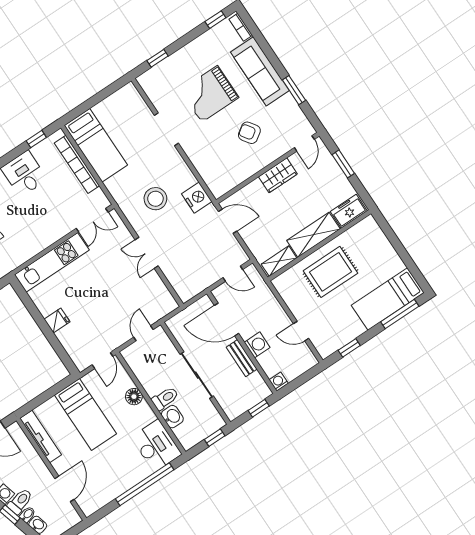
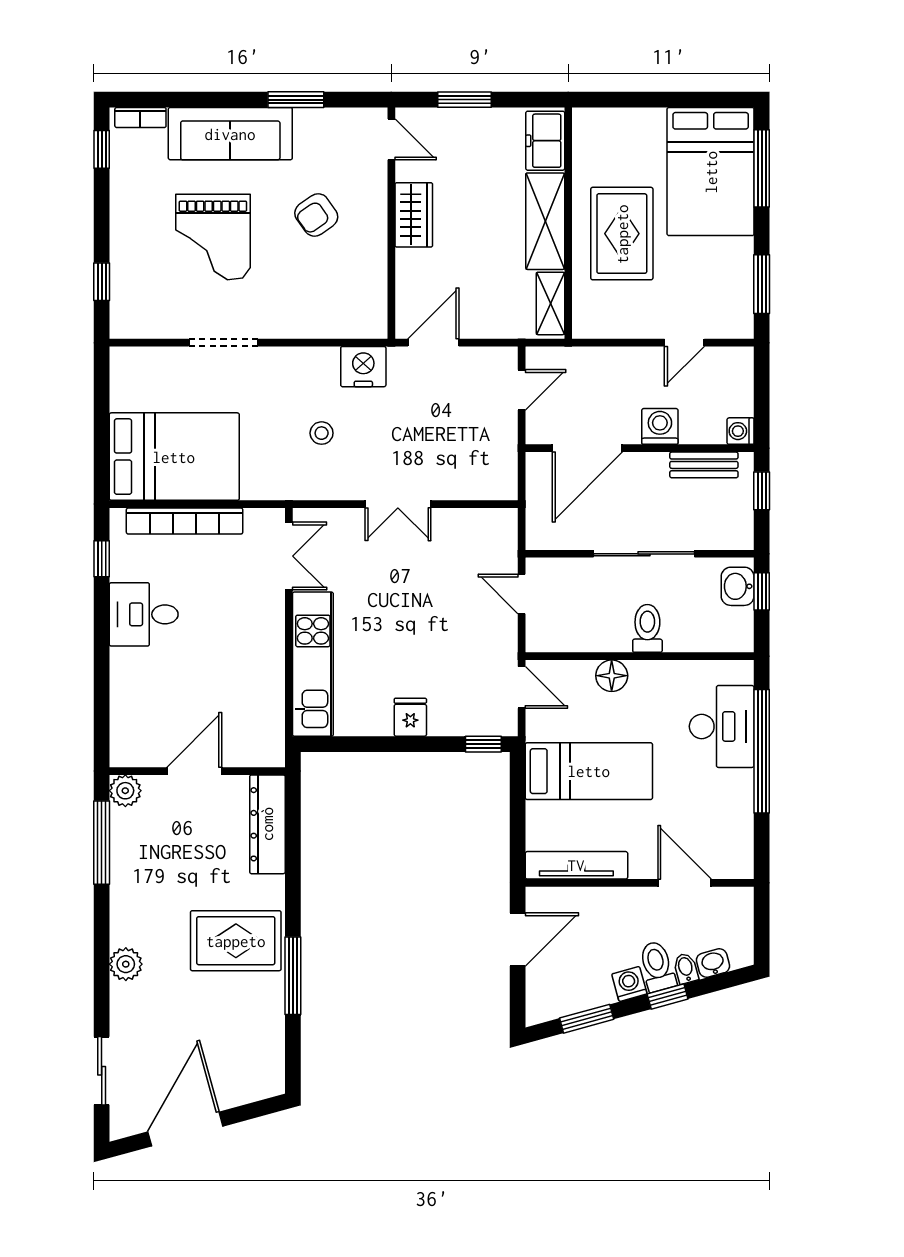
bed: (96, 145) -> (174, 457), width x1.50
stool: (155, 199) -> (322, 433), width x0.53, depth x0.53
bed: (388, 299) -> (711, 172), width x1.50
window: (349, 348) -> (762, 284), width x1.50
bench: (242, 358) -> (704, 465), moved
window: (67, 360) -> (483, 744), added
washbasin: (172, 417) -> (738, 586), moved, turned -90
desk: (156, 446) -> (722, 726), moved, turned 90

